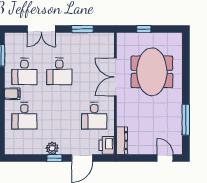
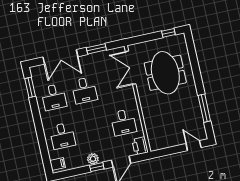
double door: (41, 29) -> (60, 57), width x1.37
window: (144, 29) -> (168, 33), moved
double door: (115, 77) -> (131, 68), moved
filing cabinet: (12, 94) -> (58, 164), moved
dresser: (122, 141) -> (152, 139), removed

